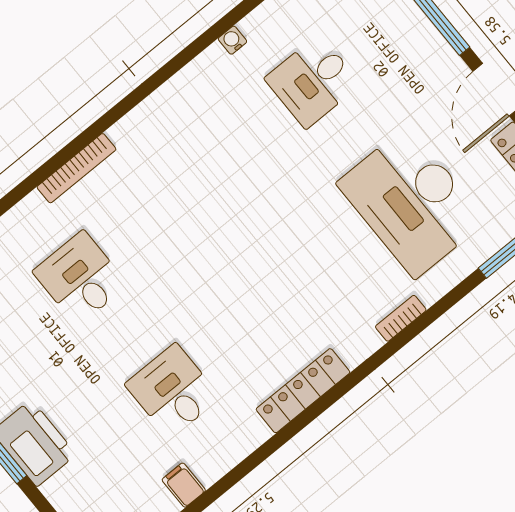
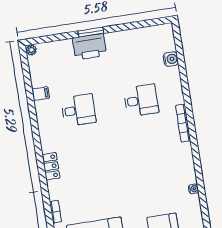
water cooler: (232, 40) -> (194, 189), moved
locker: (303, 391) -> (51, 166), width x0.66

